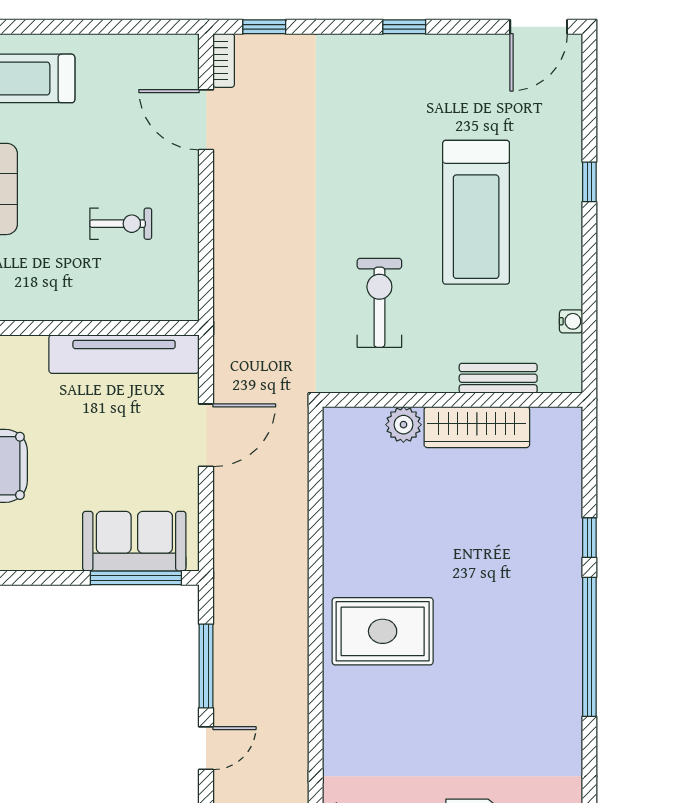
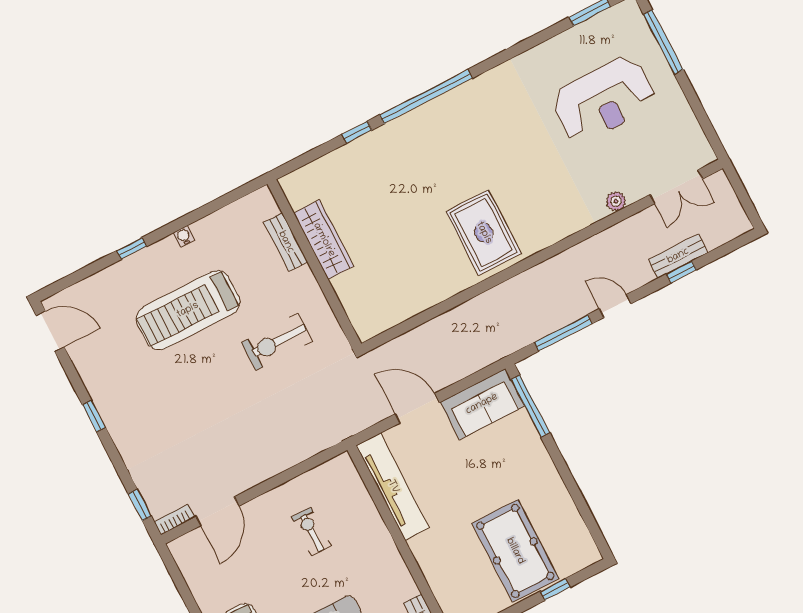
treadmill: (476, 212) -> (188, 310), turned 180
water cooler: (571, 321) -> (184, 236), moved
plant: (403, 425) -> (346, 287), removed
sofa: (134, 541) -> (482, 404), moved, turned -90

